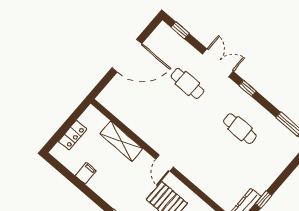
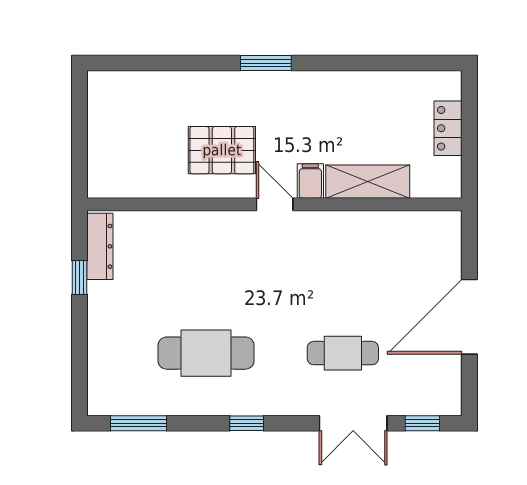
double door: (218, 63) -> (353, 423), moved
cafe table: (240, 129) -> (206, 353), width x1.37, depth x1.35
filing cabinet: (86, 173) -> (310, 181), moved, turned 180

